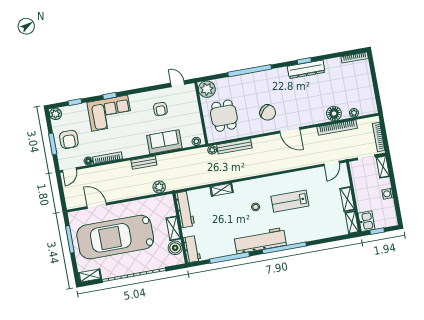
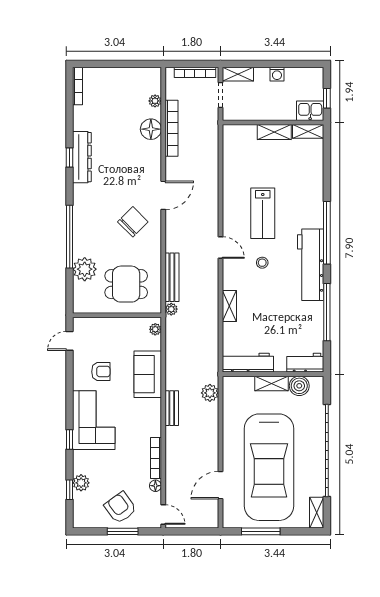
plant: (207, 89) -> (85, 269), moved
corner sofa: (110, 113) -> (94, 420), moved
plant: (56, 114) -> (81, 483), moved
armchair: (69, 139) -> (120, 508), turned -126
door: (332, 164) -> (220, 248), moved

